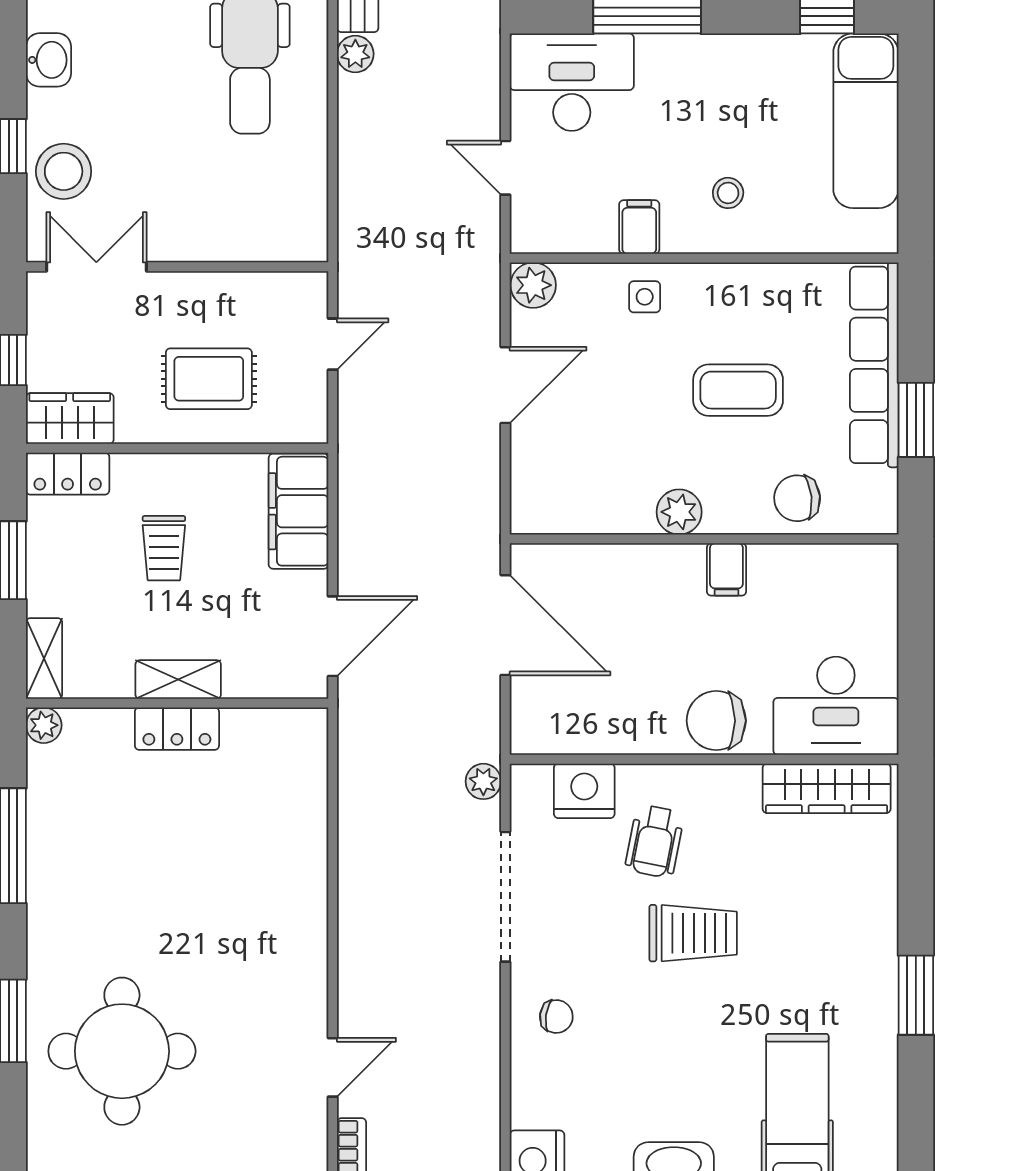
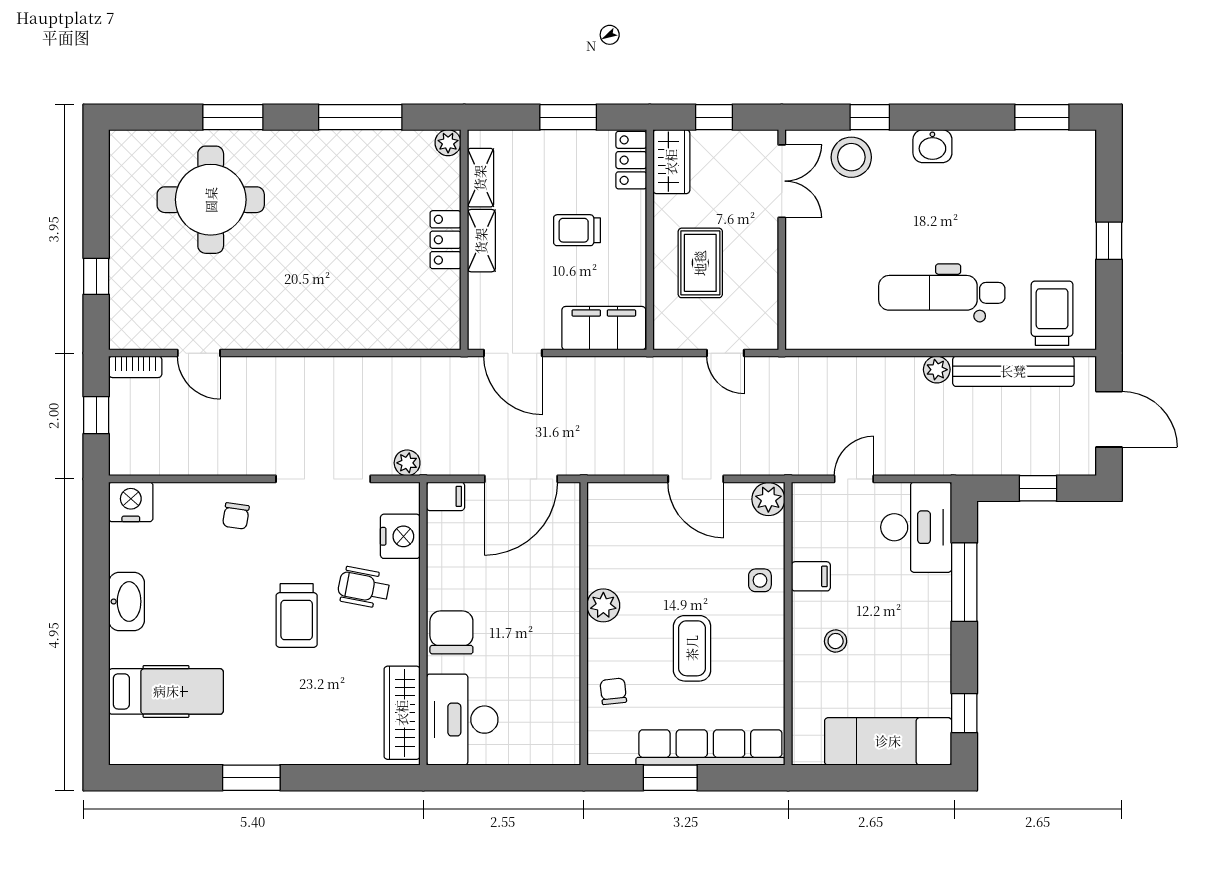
chair: (797, 498) -> (613, 691), width x0.73, depth x0.73
filing cabinet: (726, 569) -> (445, 496), moved, turned 180
shelving: (44, 658) -> (480, 178), moved, turned 90

